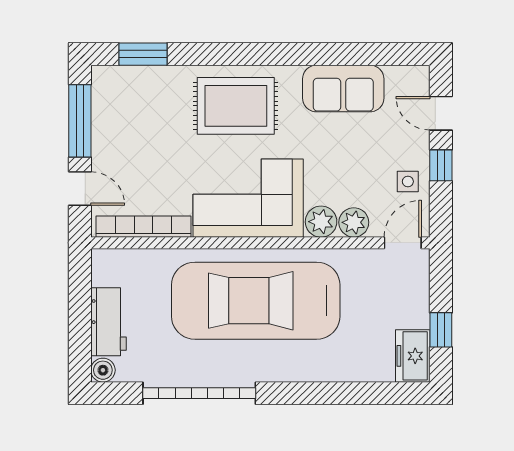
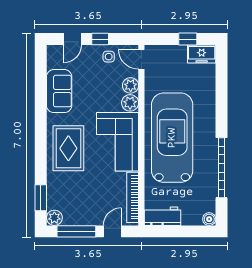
plant: (105, 80) -> (54, 218), added
car: (256, 301) -> (172, 138), turned 180
workbench: (108, 322) -> (162, 216), moved

